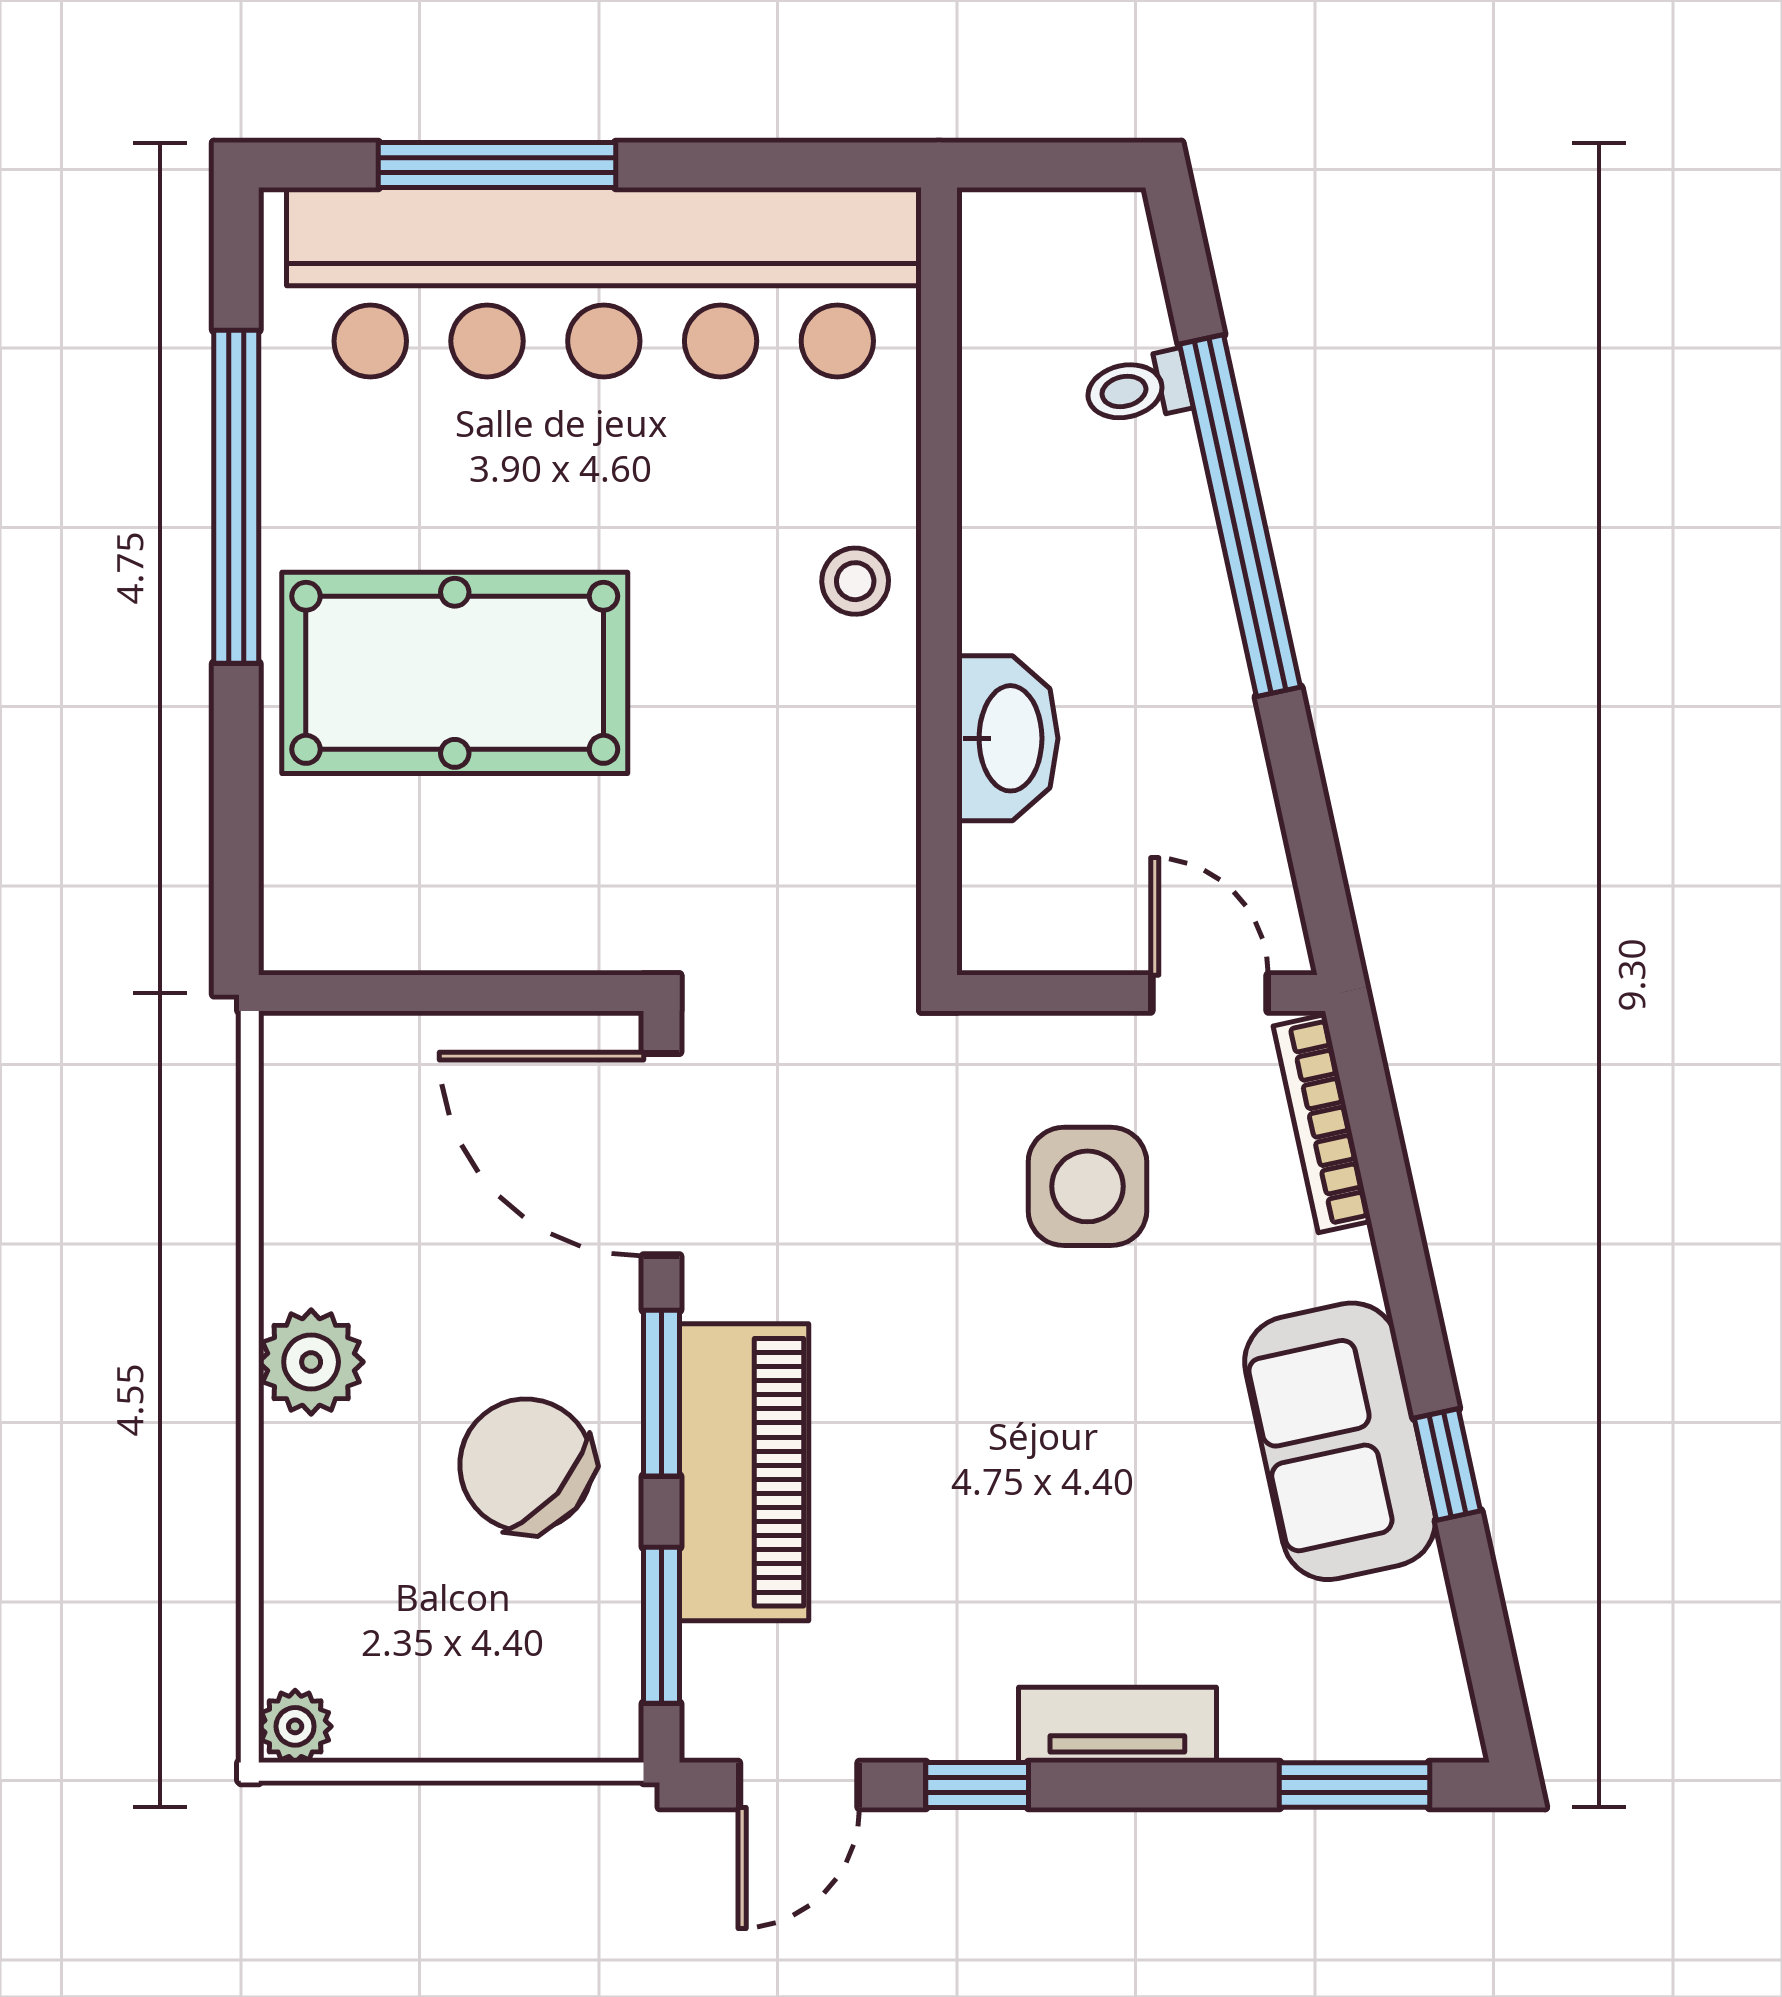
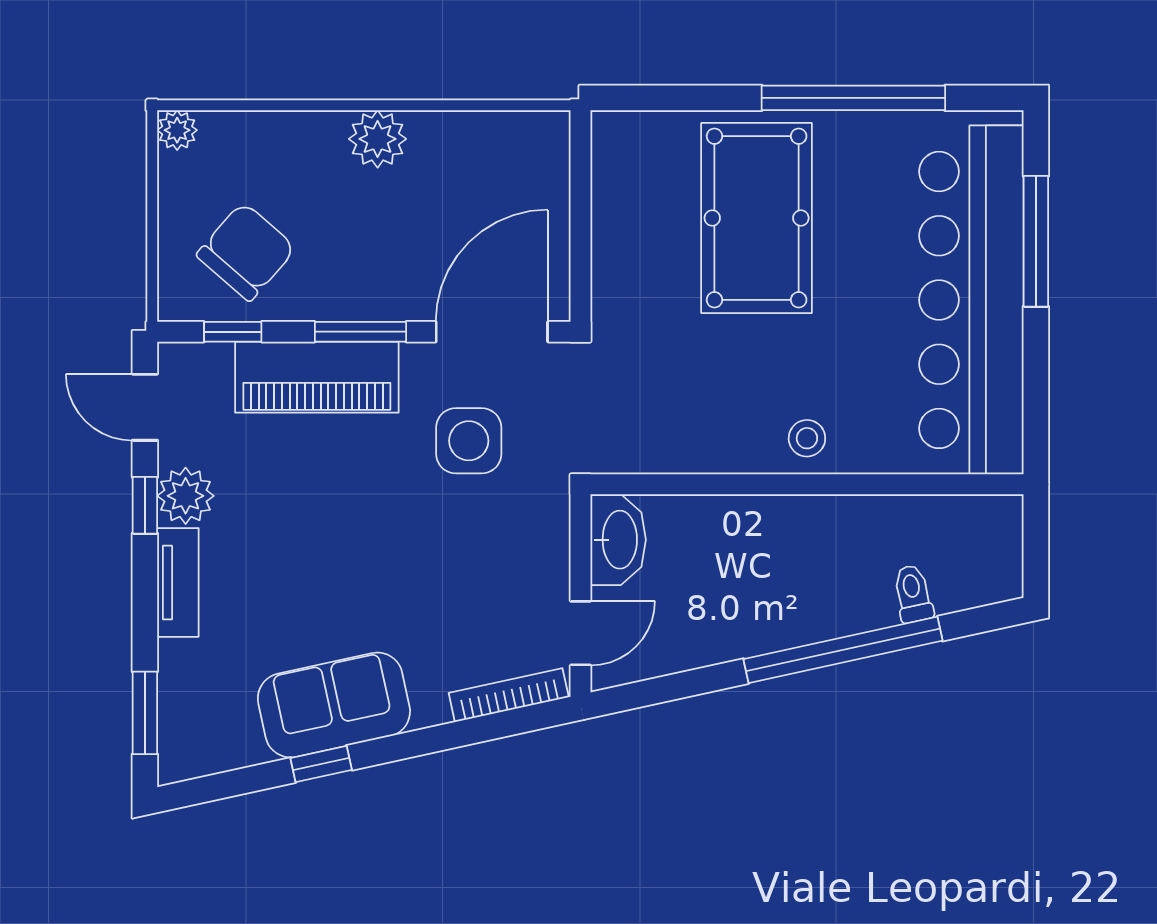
washbasin: (1007, 738) -> (618, 540), moved, turned -90
side table: (1087, 1186) -> (469, 441), moved
chair: (526, 1465) -> (246, 252), moved
window: (662, 1625) -> (233, 332), width x0.67
plant: (960, 1711) -> (186, 496), added

